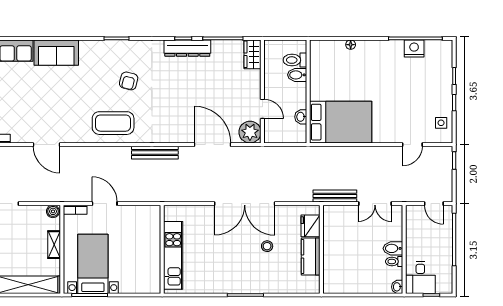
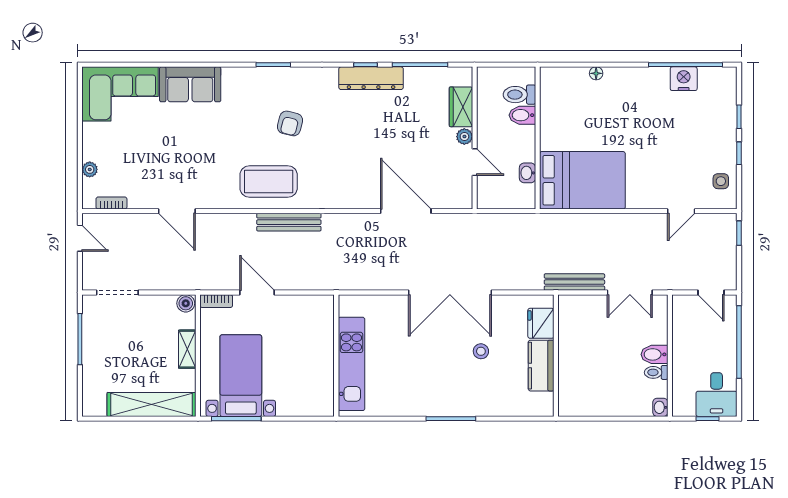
wardrobe: (253, 54) -> (461, 107), moved
plant: (250, 132) -> (464, 137), moved, width x0.53, depth x0.53
bench: (155, 153) -> (289, 222), moved
desk: (420, 278) -> (717, 395), moved

